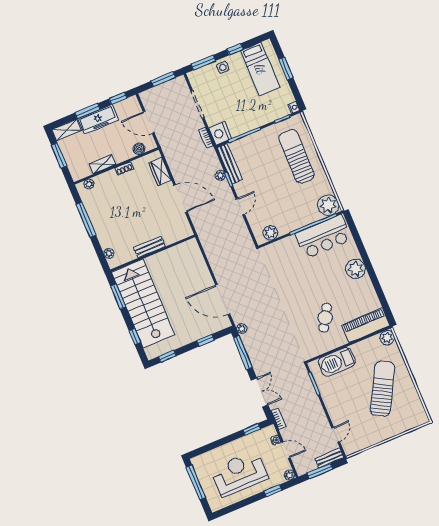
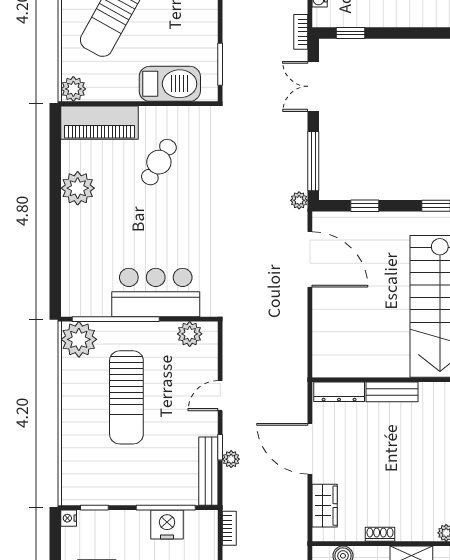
nightstand: (220, 133) -> (167, 524), moved, turned -90
sun lounger: (296, 156) -> (126, 397), moved
dresser: (178, 235) -> (339, 392), added
bar counter: (323, 237) -> (156, 293), moved
plant: (356, 269) -> (78, 188), moved

